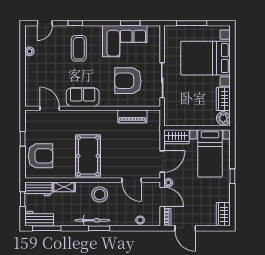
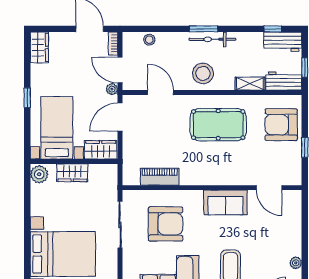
wardrobe: (223, 99) -> (72, 173), moved, turned 90
pool table: (88, 156) -> (218, 125), turned 90
window: (47, 228) -> (273, 29), width x0.46

